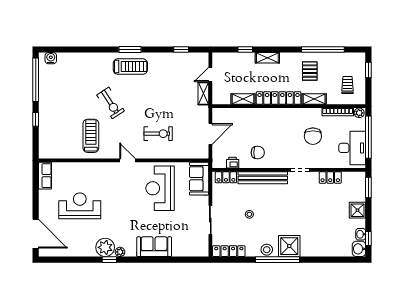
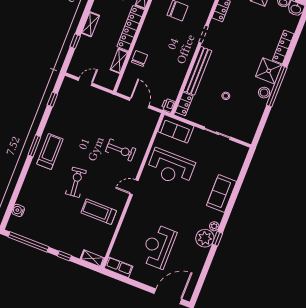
water cooler: (51, 58) -> (18, 210), moved
door: (210, 74) -> (85, 82), swing flipped
shelving: (203, 93) -> (92, 258), moved
exercise bike: (111, 103) -> (76, 182), turned -63
exercise bike: (158, 134) -> (121, 150), turned 90
chair: (258, 153) -> (139, 58), moved
printer: (233, 163) -> (168, 105), moved
locker: (229, 251) -> (283, 47), moved

